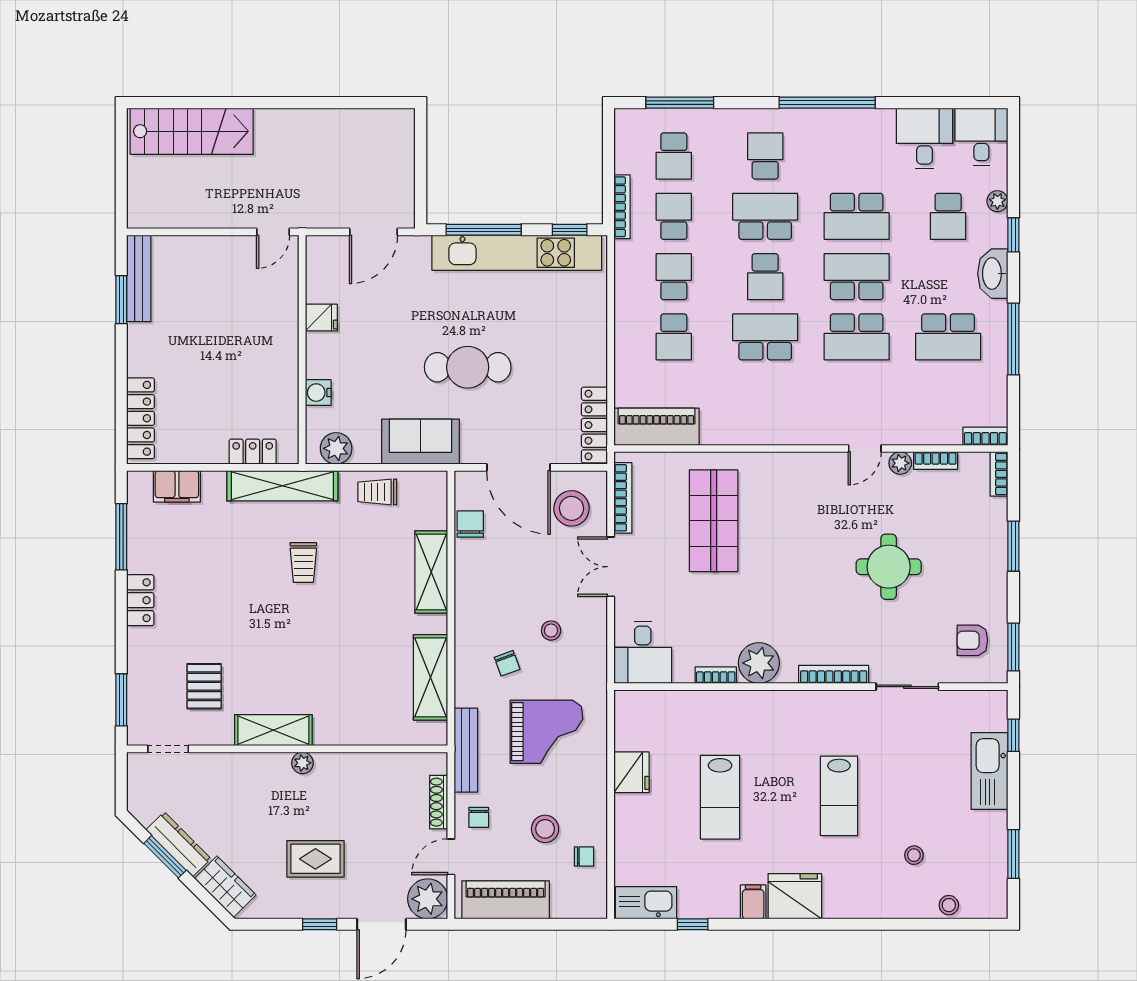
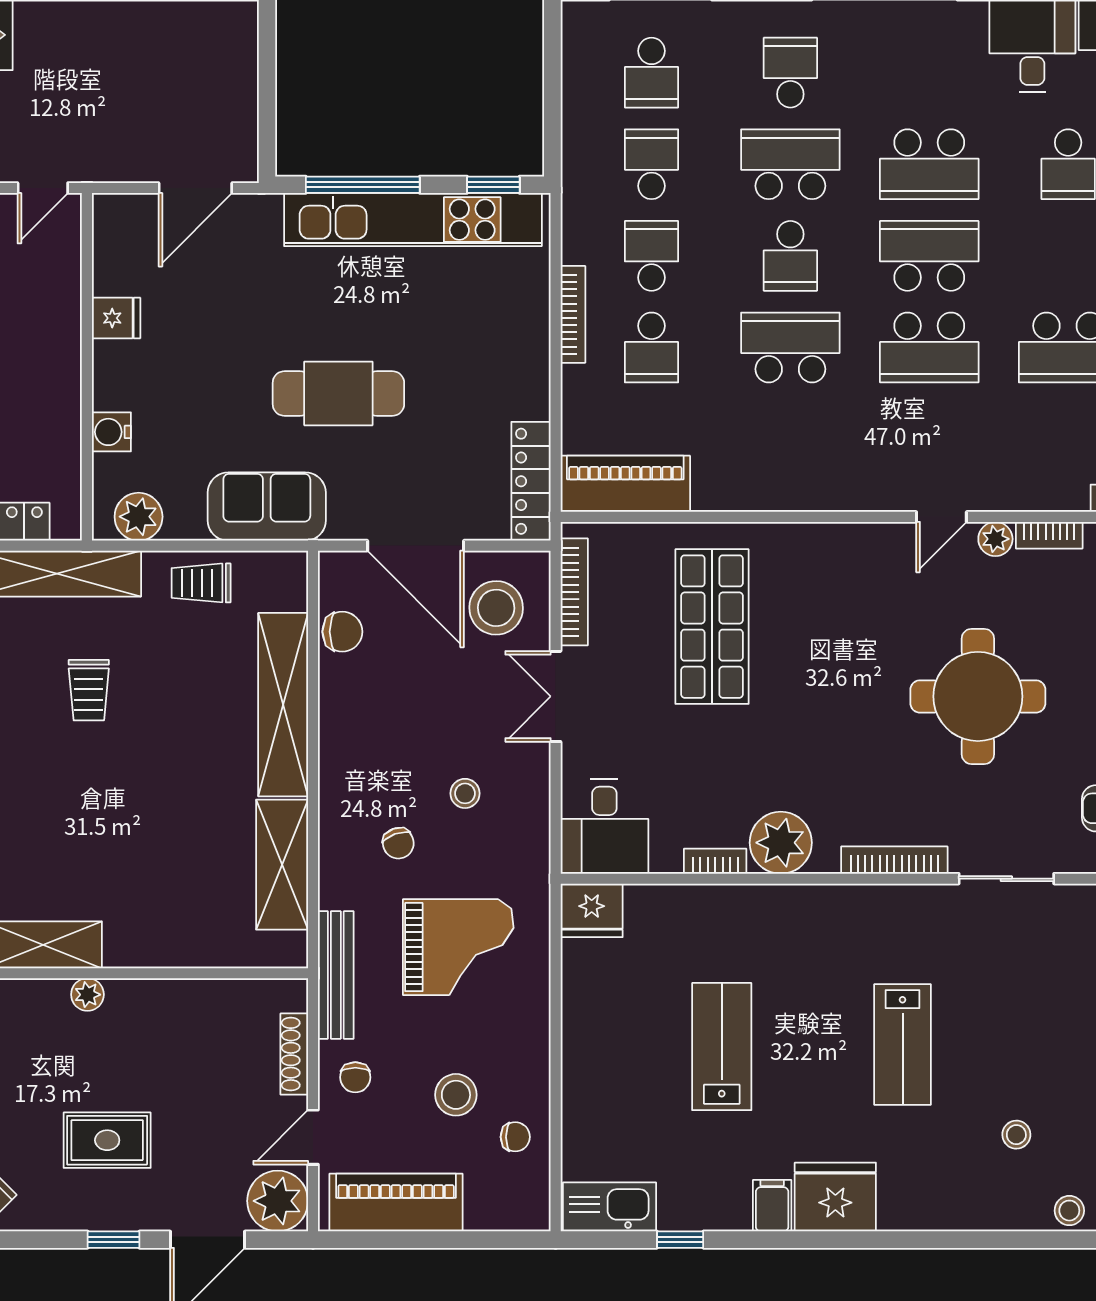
bookcase: (622, 207) -> (573, 314), moved
chair: (470, 524) -> (342, 632), turned 90
round table: (889, 567) -> (978, 696), width x1.36, depth x1.36
shelving: (431, 572) -> (283, 705), width x1.47
fridge: (632, 772) -> (592, 910), moved, turned 90
lab bench: (720, 797) -> (722, 1047), turned 180

